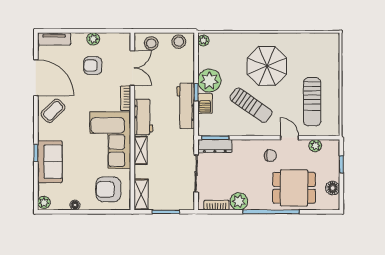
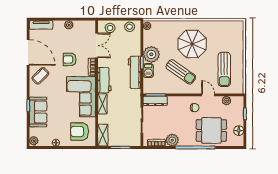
armchair: (93, 66) -> (70, 59), moved

